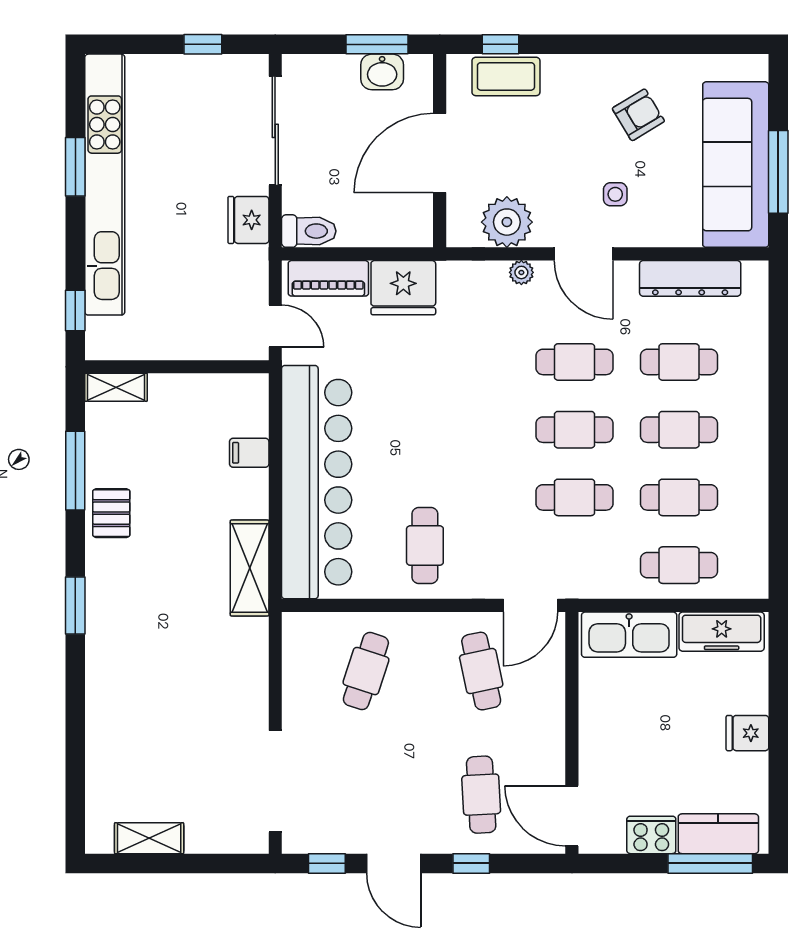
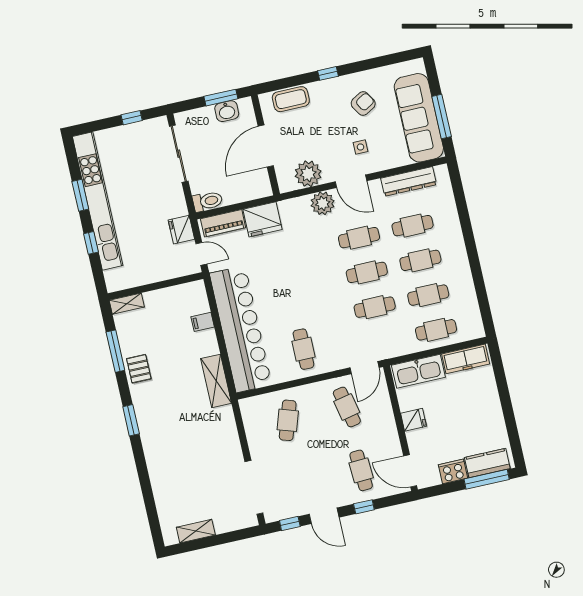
window: (500, 44) -> (328, 73), moved
fridge: (248, 220) -> (181, 230), moved
plant: (521, 272) -> (323, 203), width x1.88, depth x1.88
window: (75, 310) -> (91, 243), moved
fridge: (747, 733) -> (414, 420), moved, turned 180

